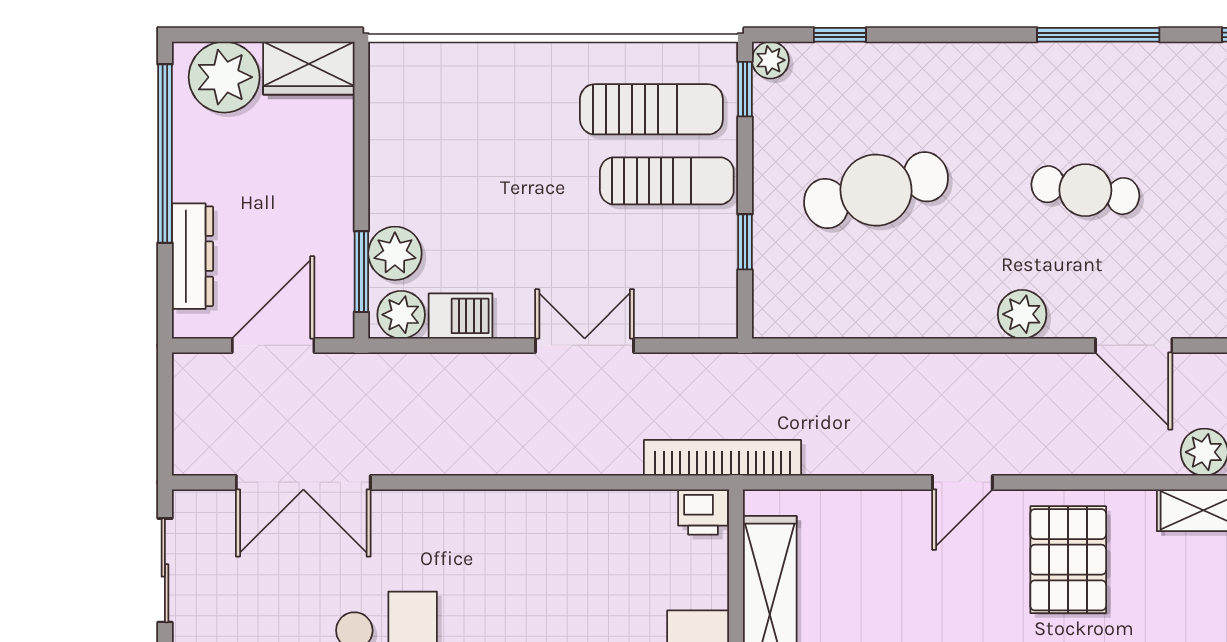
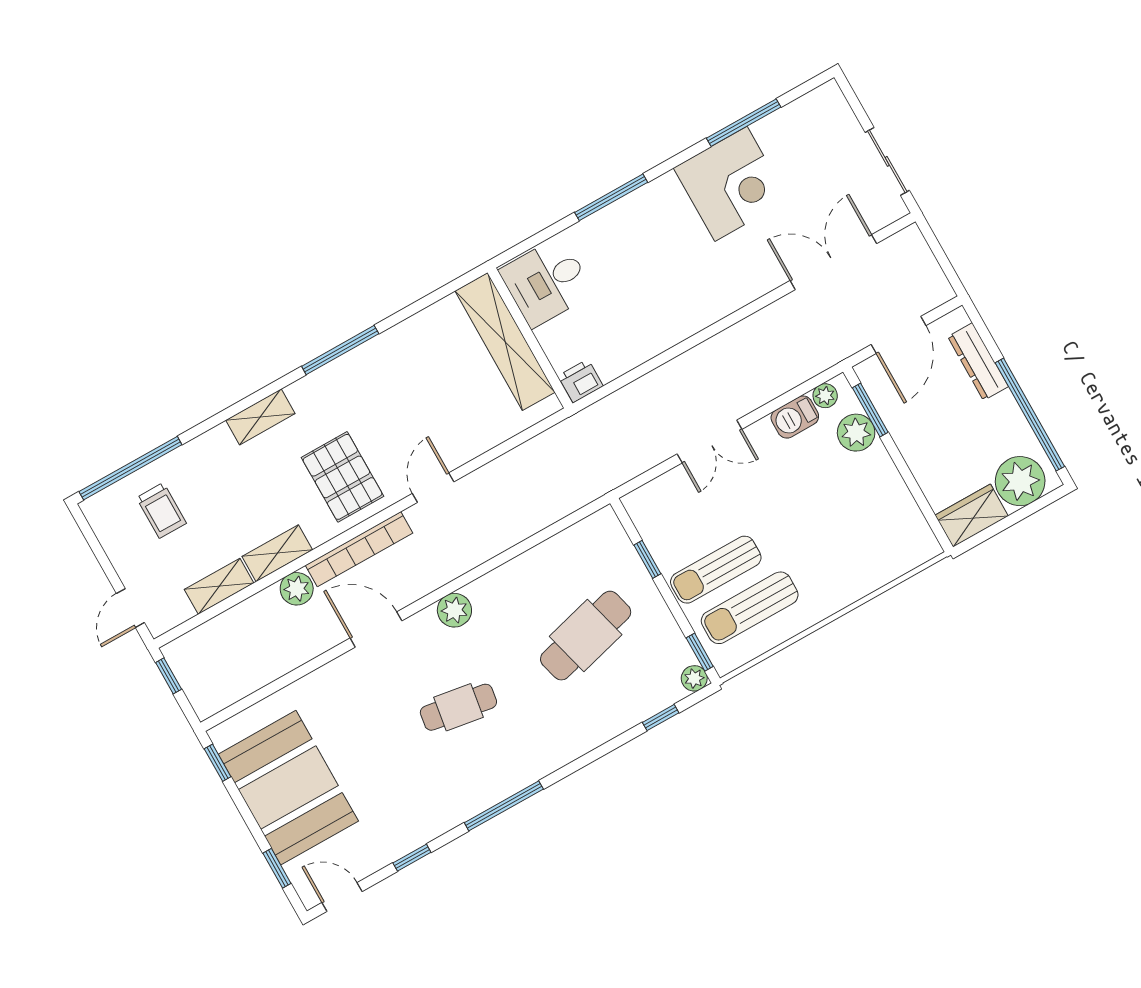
plant: (401, 315) -> (825, 396), width x0.73, depth x0.73
bookcase: (722, 458) -> (359, 549), moved

